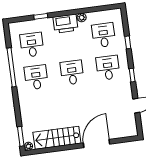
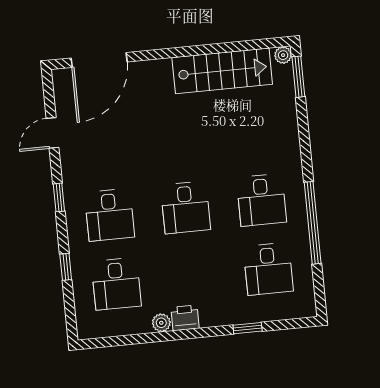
printer: (65, 24) -> (185, 318), width x0.53, depth x0.68
door: (96, 143) -> (99, 60), moved

